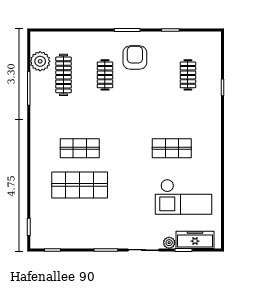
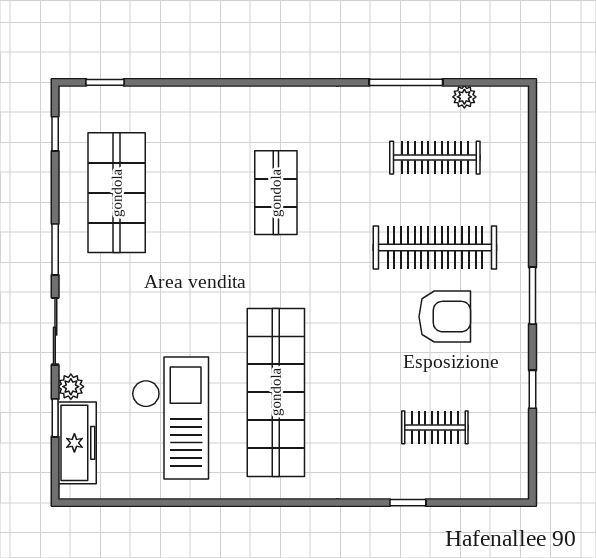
armchair: (135, 58) -> (445, 317), moved
plant: (40, 61) -> (464, 97), width x0.53, depth x0.53
clothes rail: (105, 75) -> (435, 248), width x1.86, depth x1.31
shop shelf: (172, 148) -> (276, 392), width x2.00, depth x1.36
shop shelf: (80, 185) -> (117, 193), moved
checkout: (184, 197) -> (170, 418), turned 180

